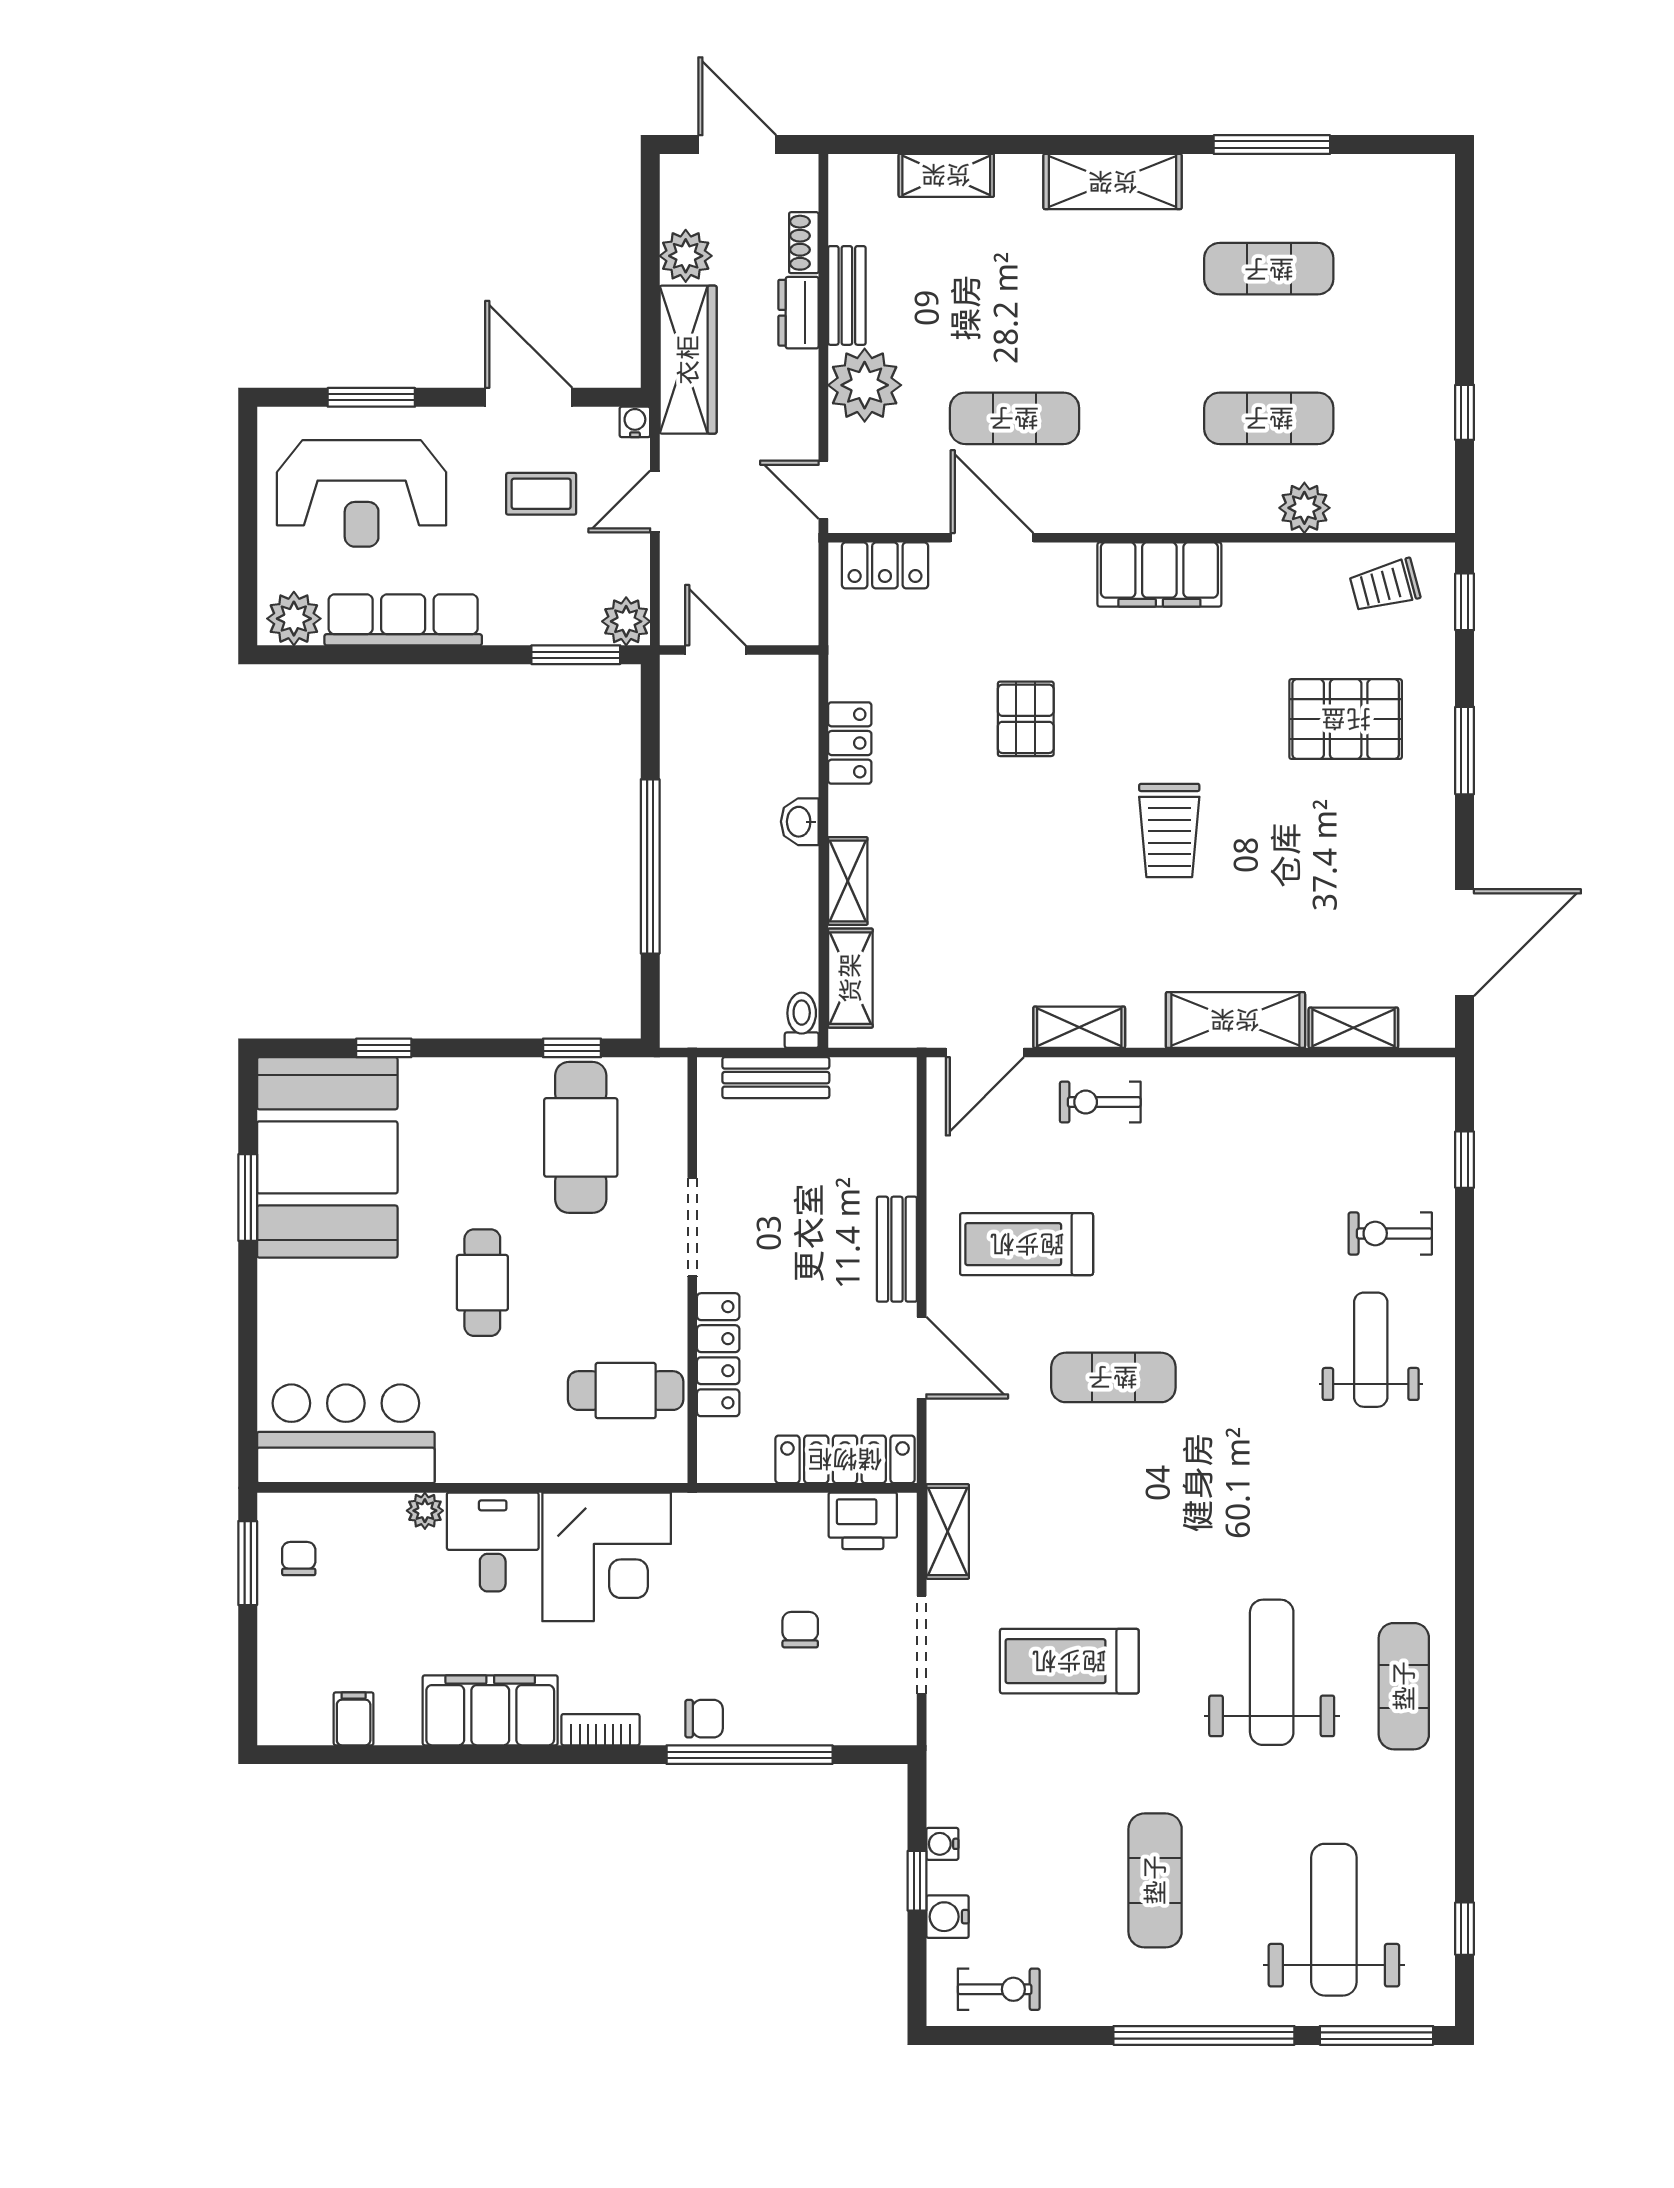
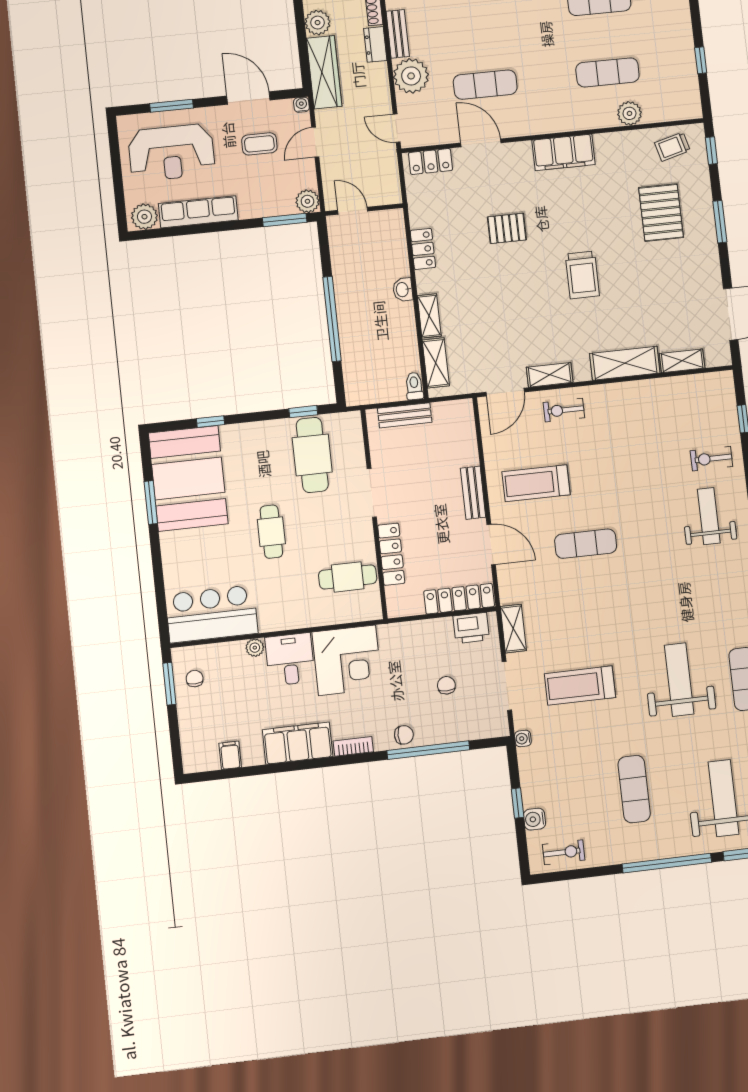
pallet: (1026, 719) -> (507, 228), turned 90
pallet: (1346, 719) -> (661, 213), turned 90
water cooler: (942, 1844) -> (523, 738), moved

